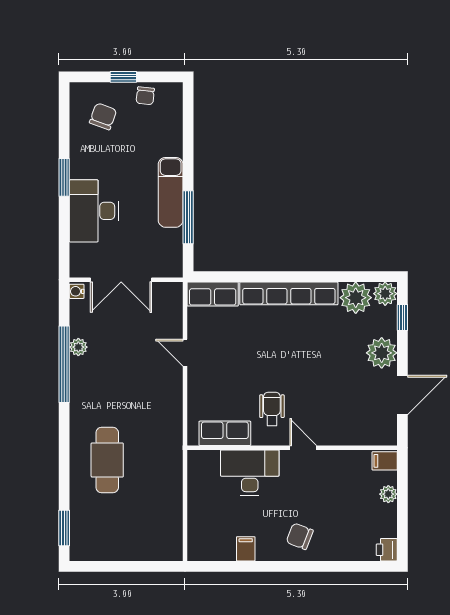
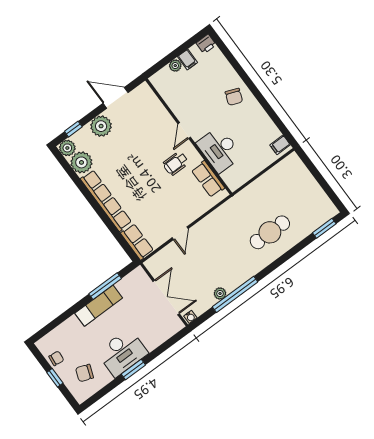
desk: (94, 211) -> (122, 353), moved
filing cabinet: (385, 461) -> (188, 60), moved
filing cabinet: (246, 549) -> (280, 145), moved

